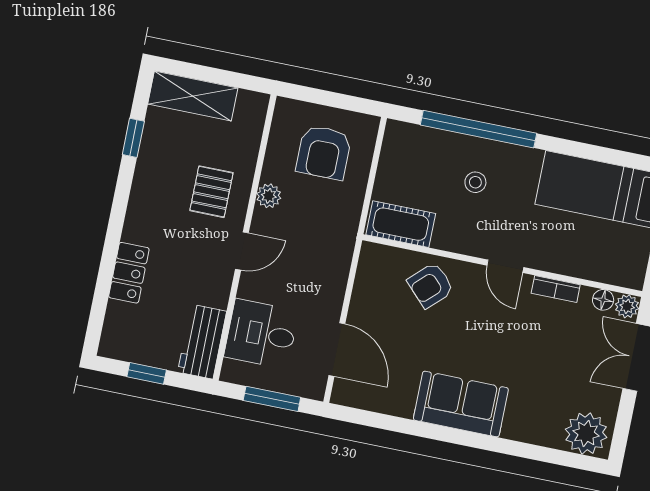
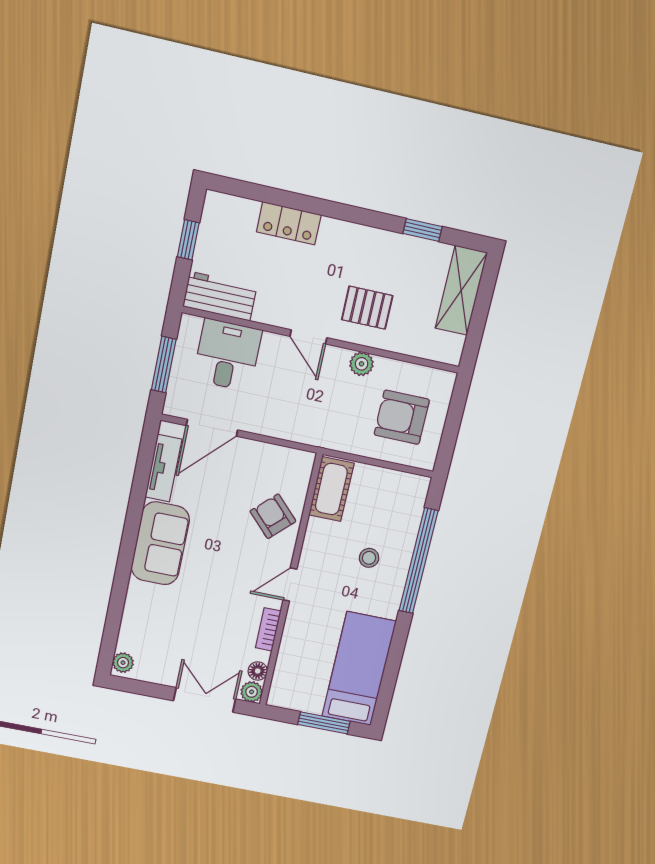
tv unit: (380, 400) -> (163, 468), added
plant: (586, 433) -> (123, 663), width x0.53, depth x0.53

